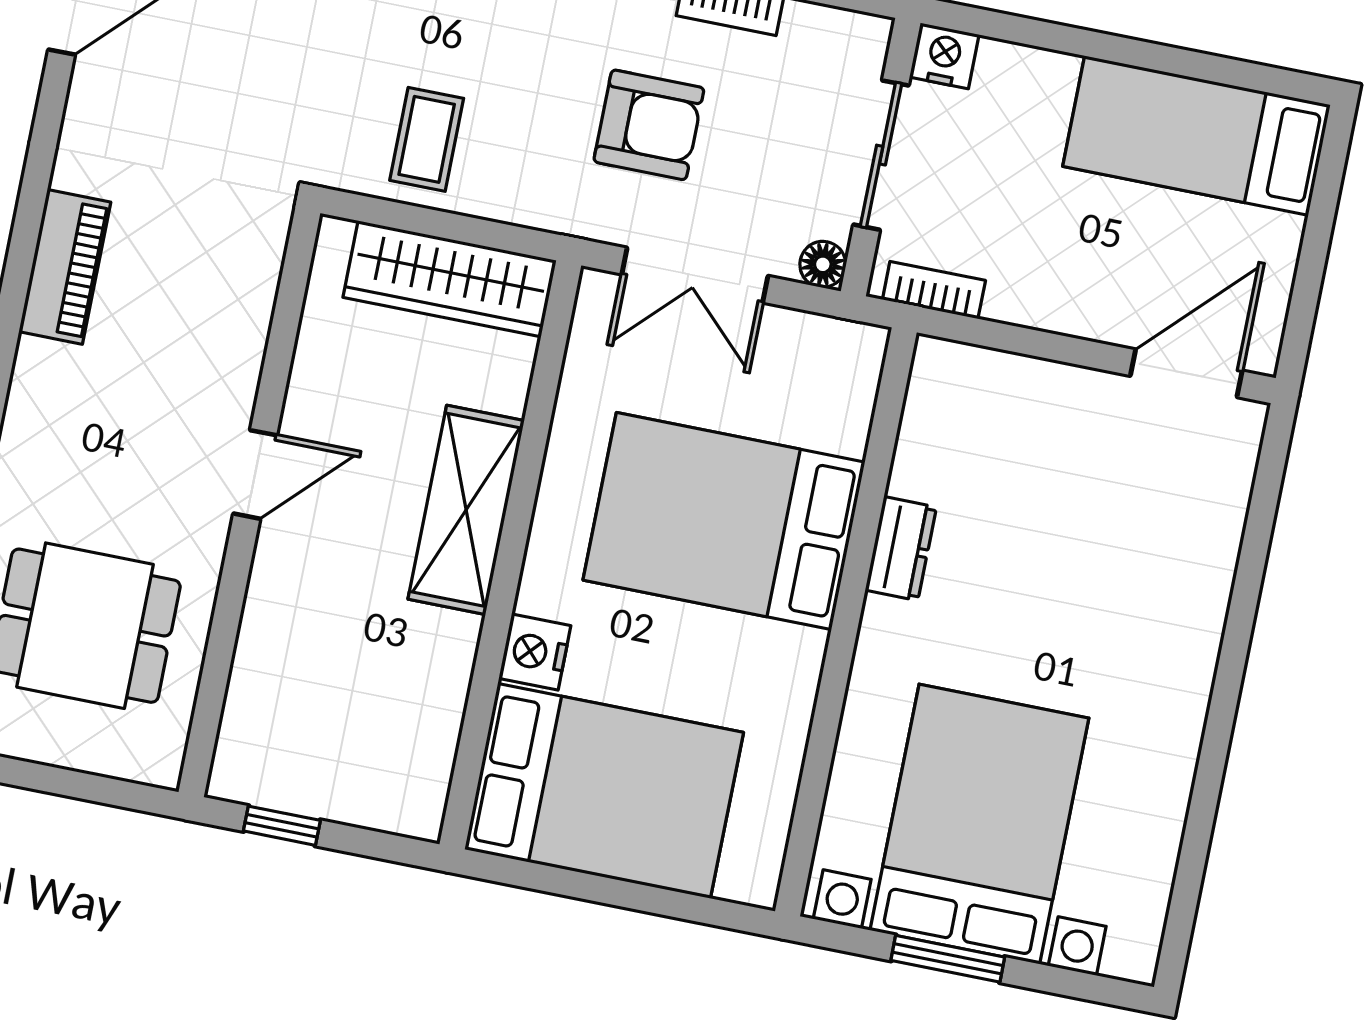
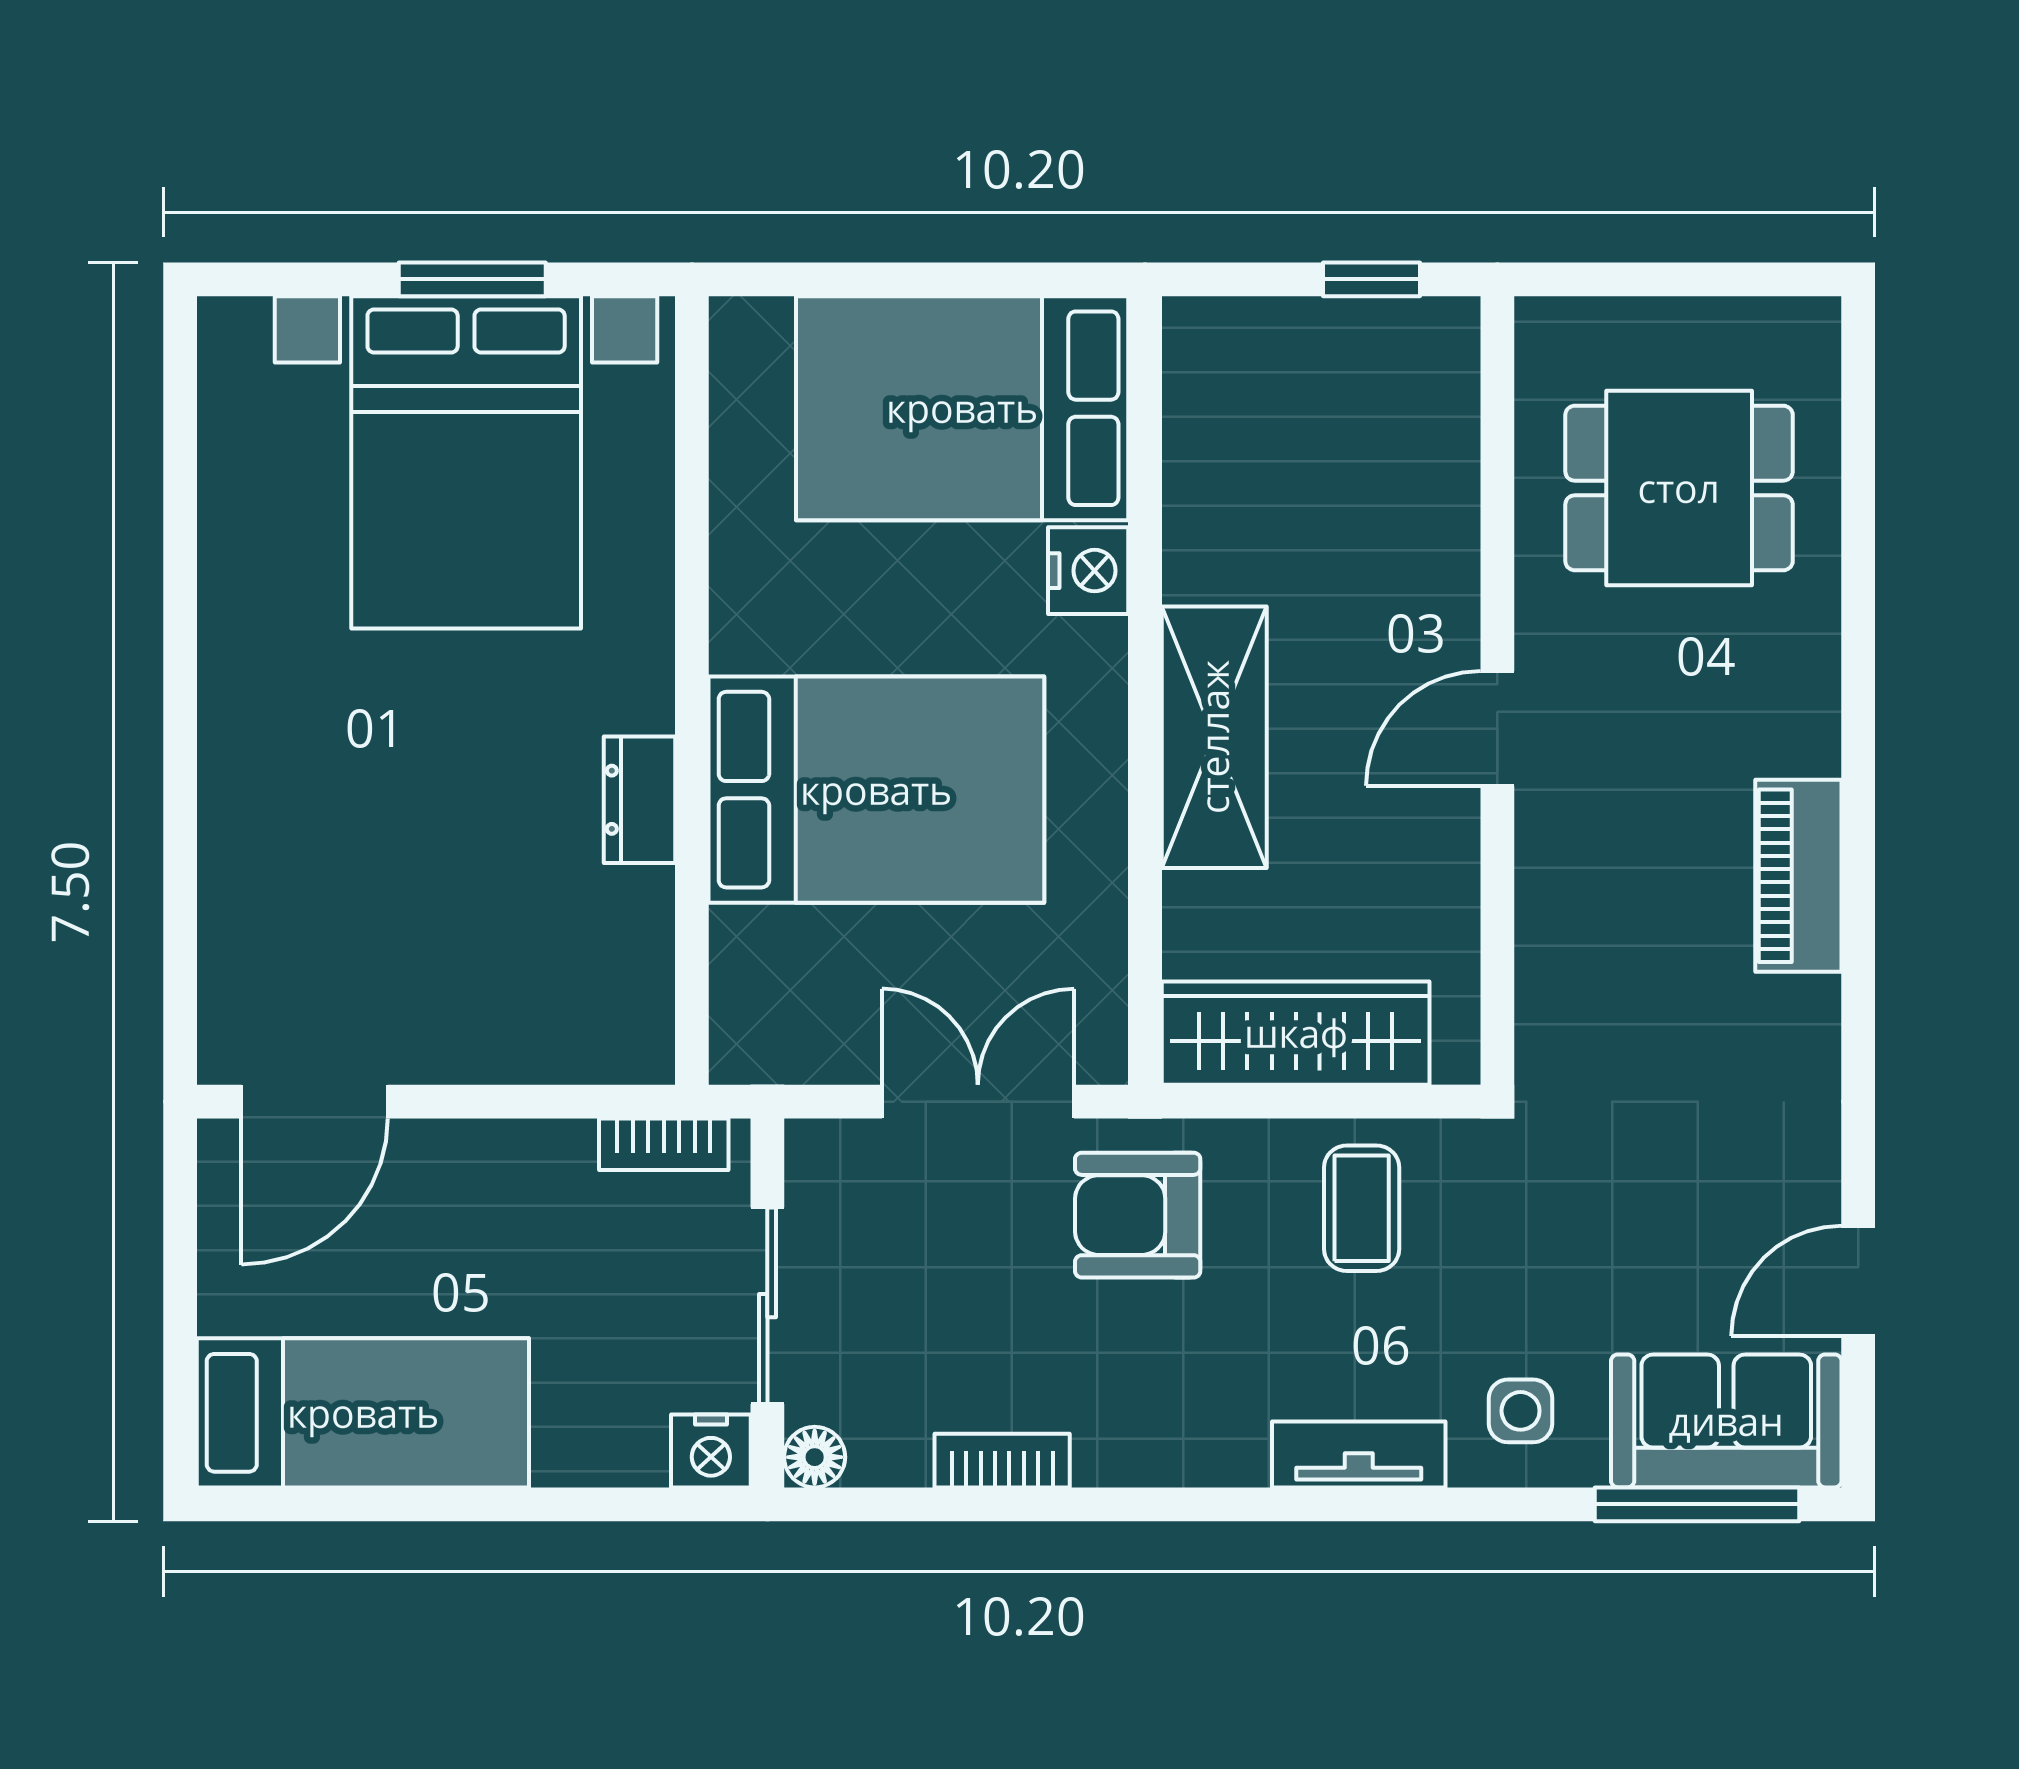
armchair: (649, 125) -> (1138, 1215), moved
floor lamp: (823, 264) -> (815, 1457), moved
piano: (65, 267) -> (1798, 876), moved

